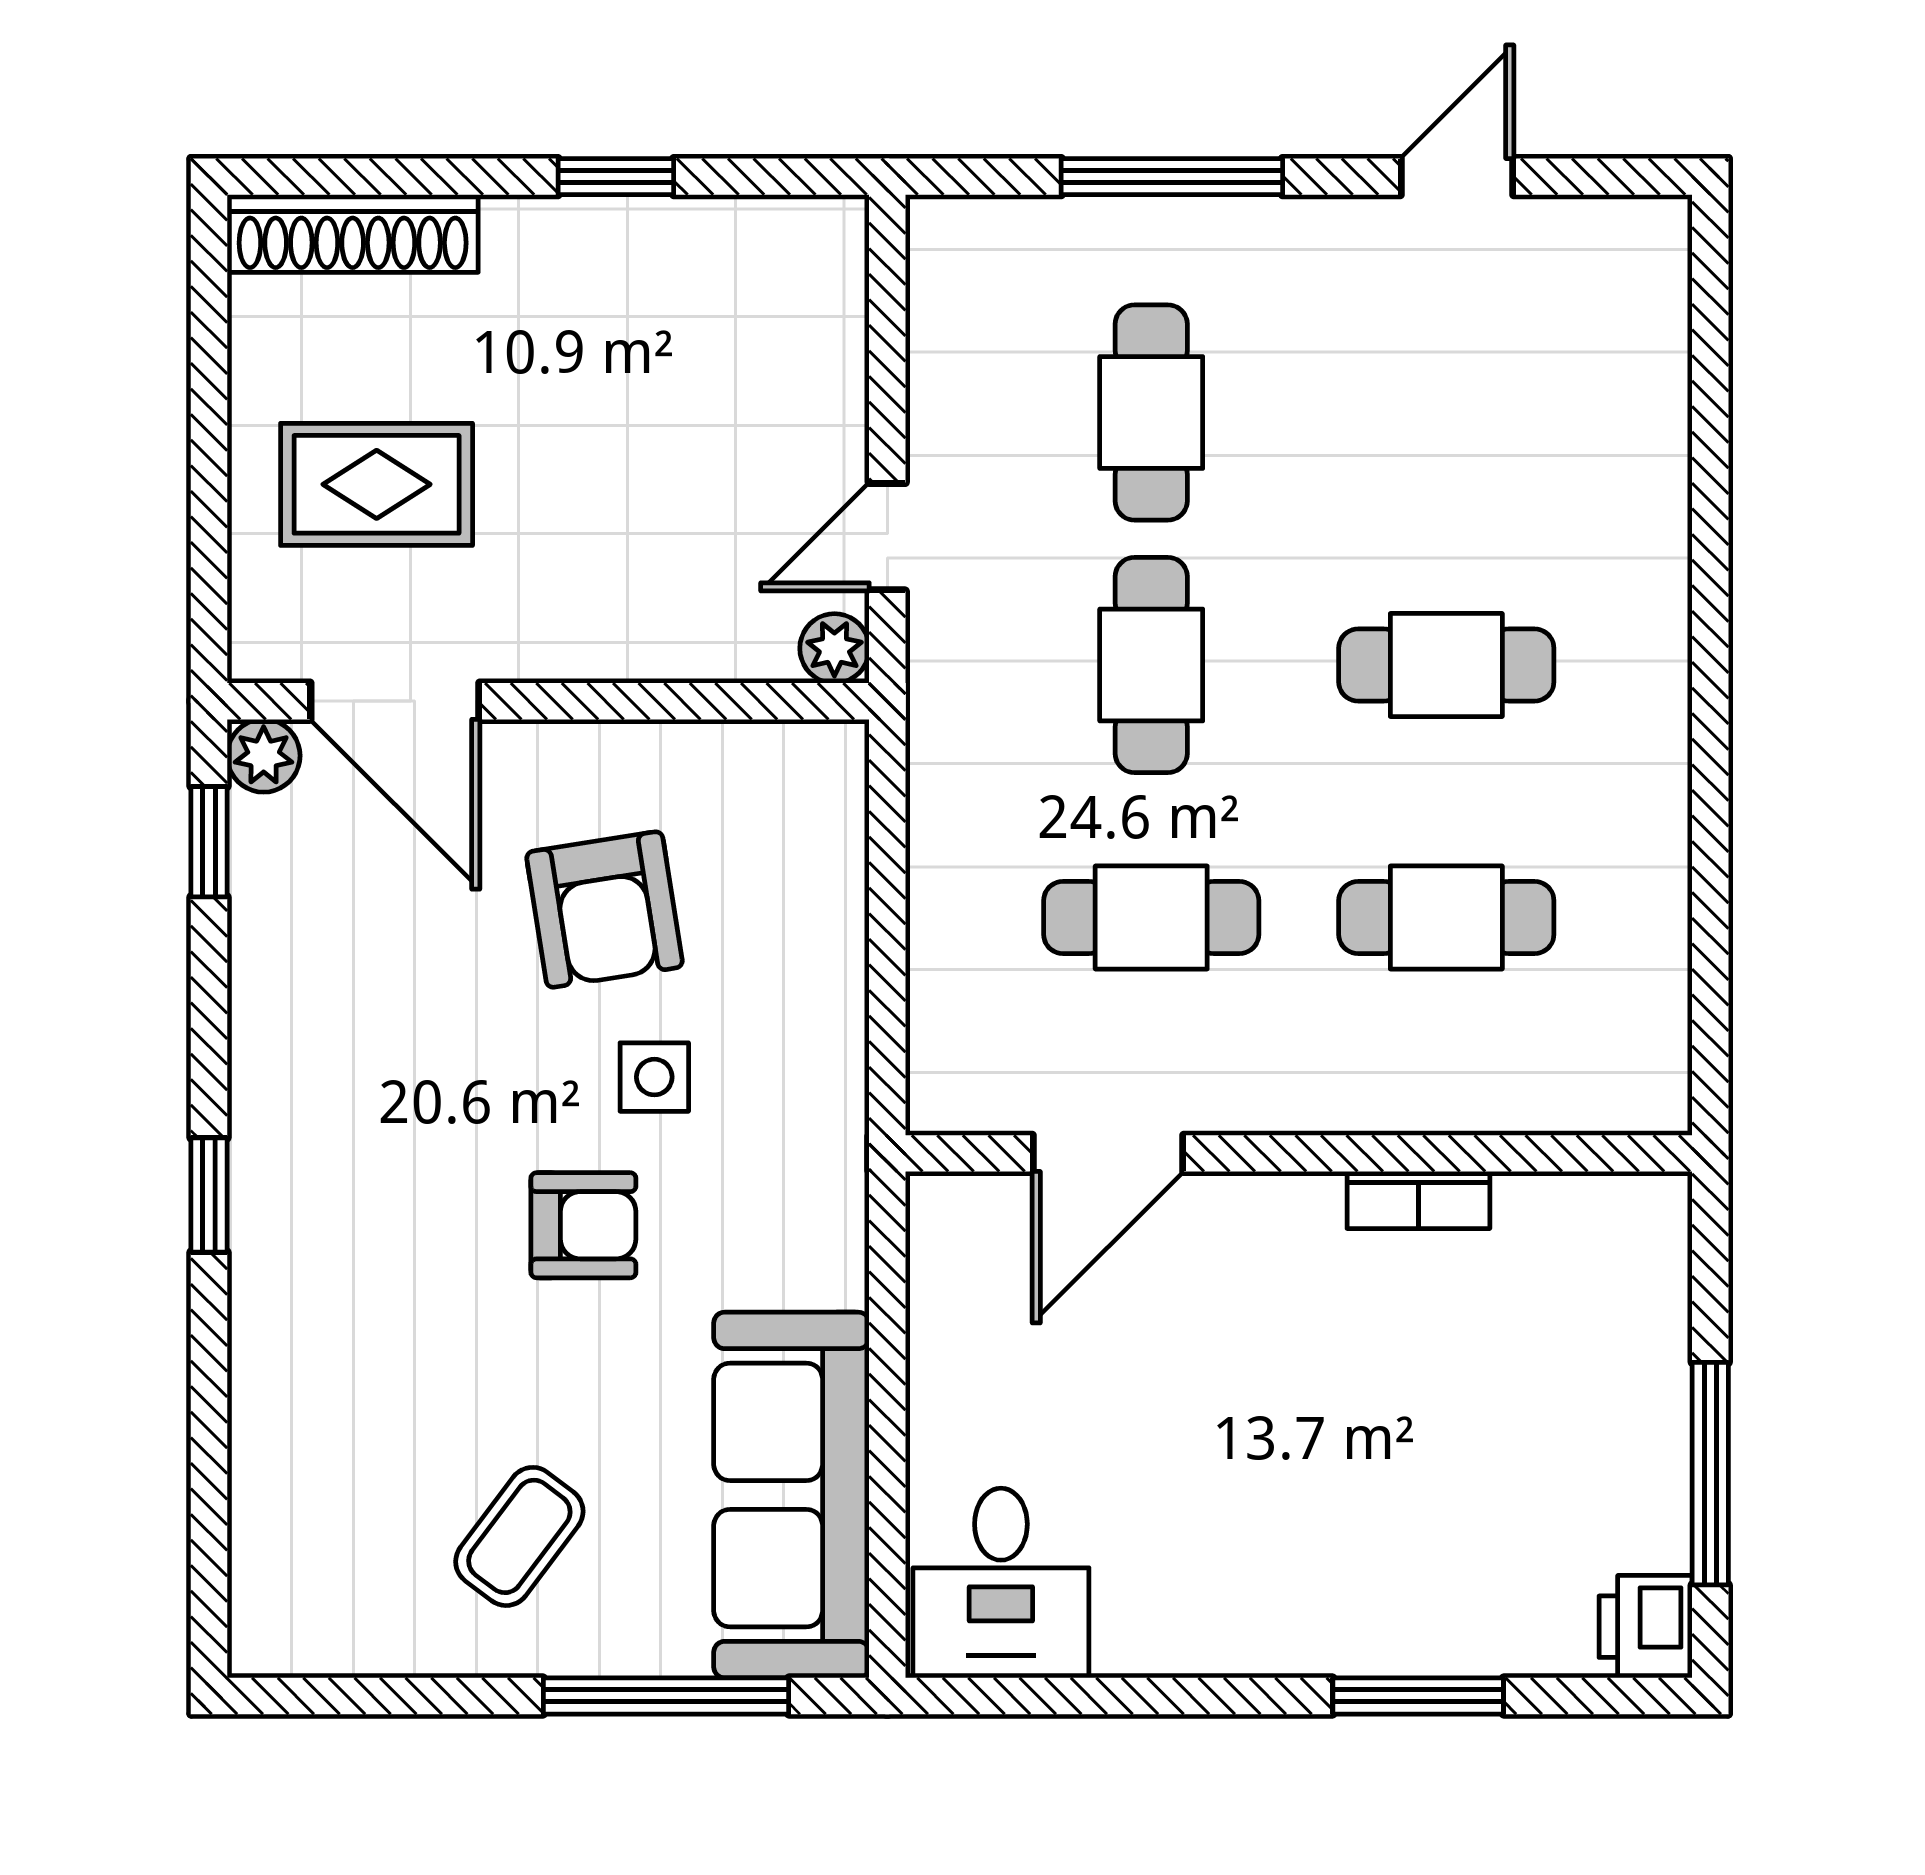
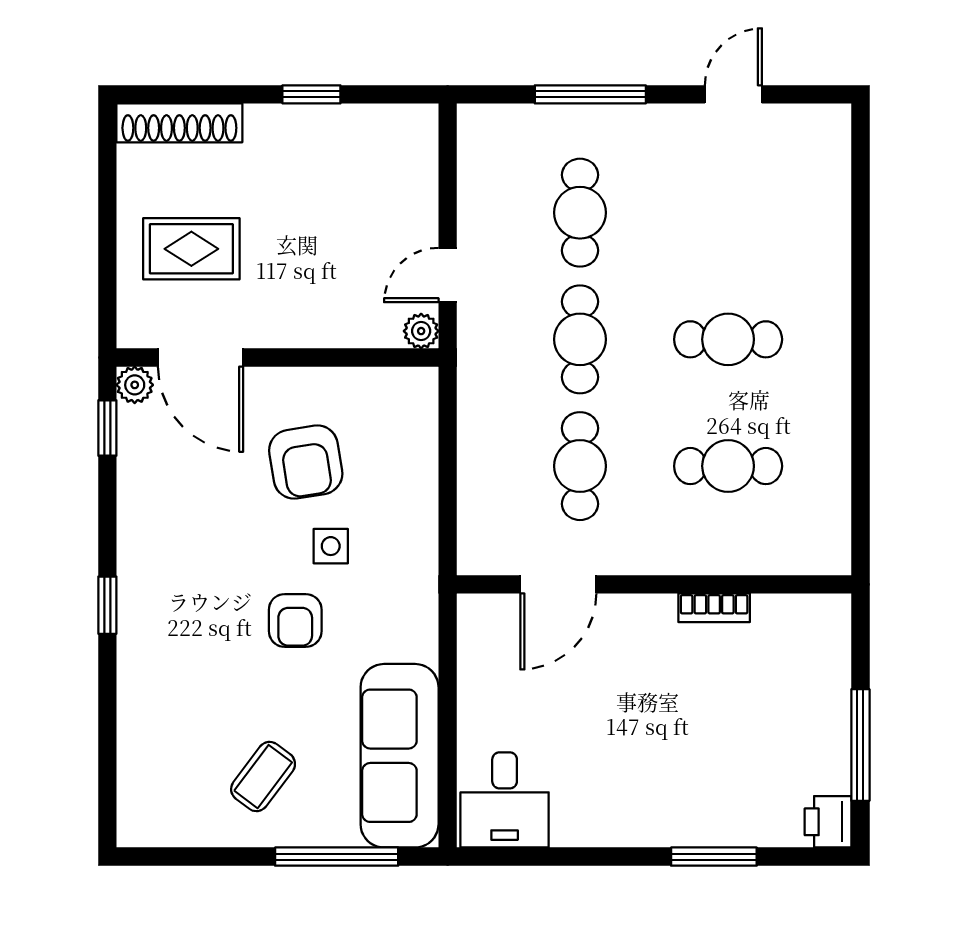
cafe table: (1151, 918) -> (580, 466), turned 90
armchair: (583, 1225) -> (295, 620), turned 90

